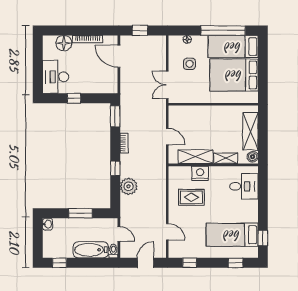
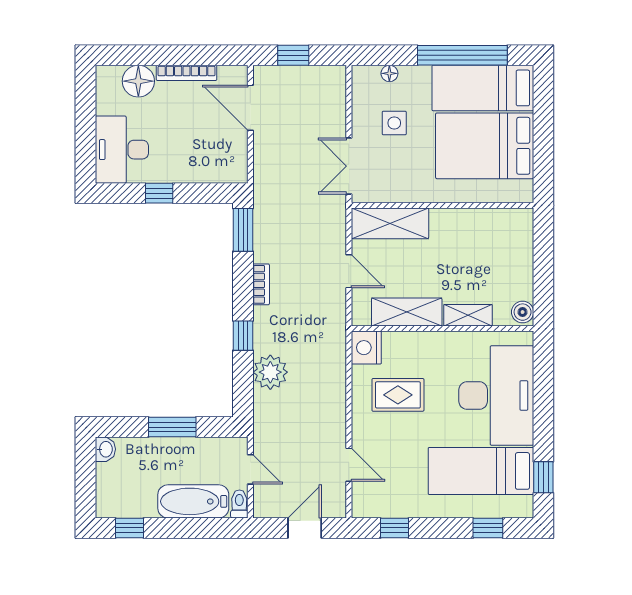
shelving: (250, 131) -> (390, 223), moved, turned 90
nightstand: (200, 173) -> (366, 348), moved, turned -90
desk: (244, 186) -> (496, 396), width x1.87, depth x1.30

